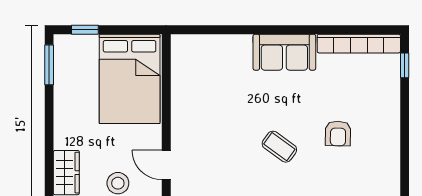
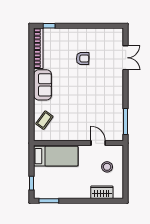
bed: (130, 79) -> (56, 156), width x0.67
coffee table: (279, 147) -> (44, 120), moved
door: (166, 165) -> (98, 143), swing flipped

